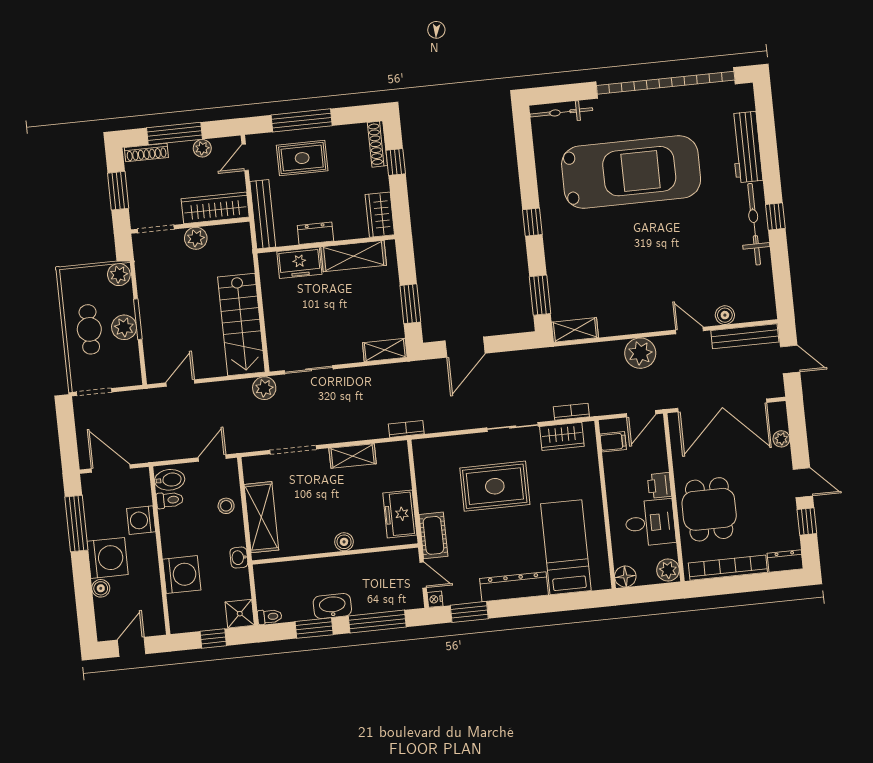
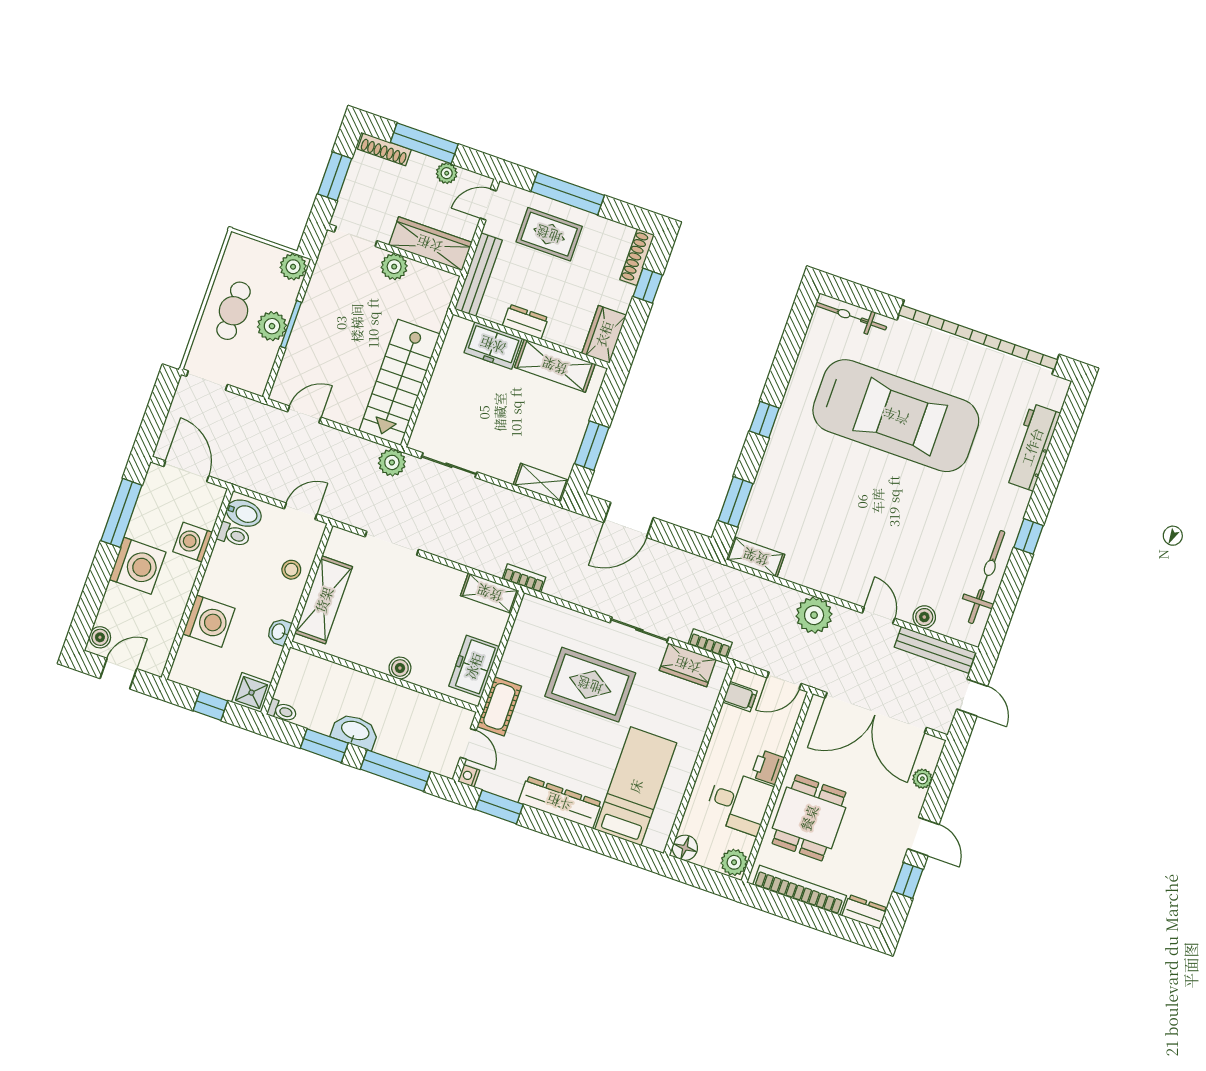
bicycle: (754, 224) -> (987, 577), moved
shelving: (353, 456) -> (490, 593), moved
boiler: (101, 588) -> (100, 637), moved

